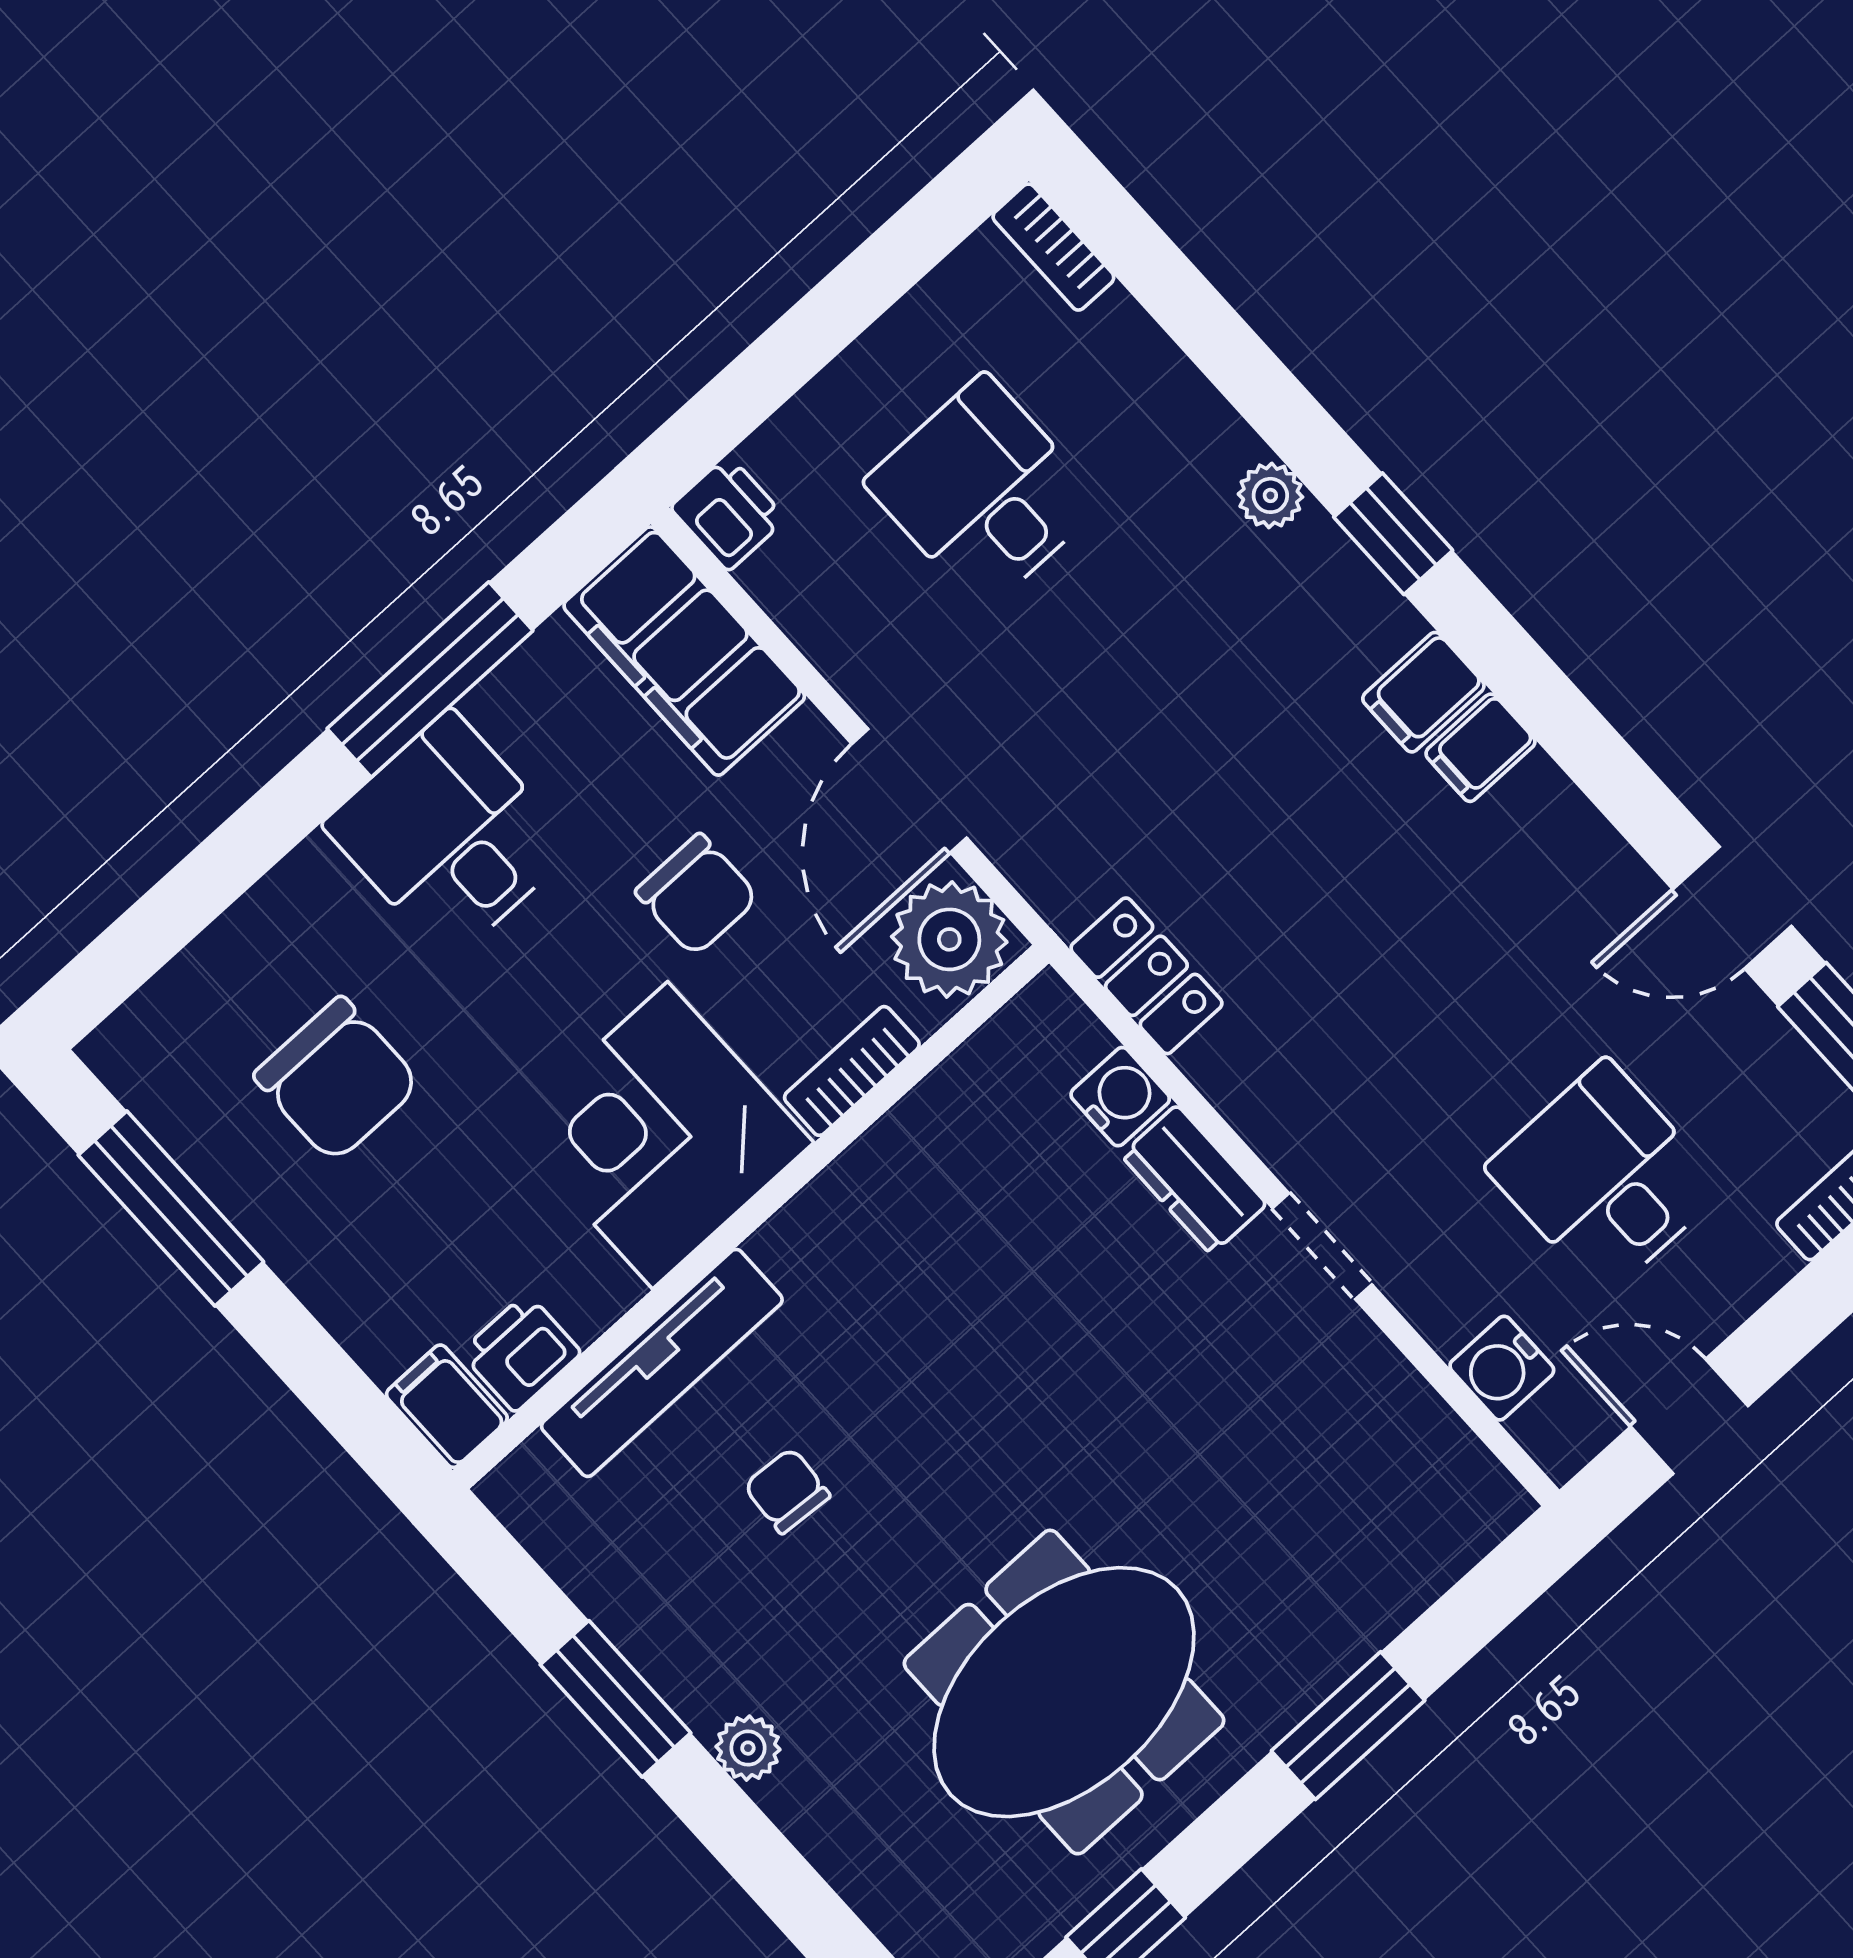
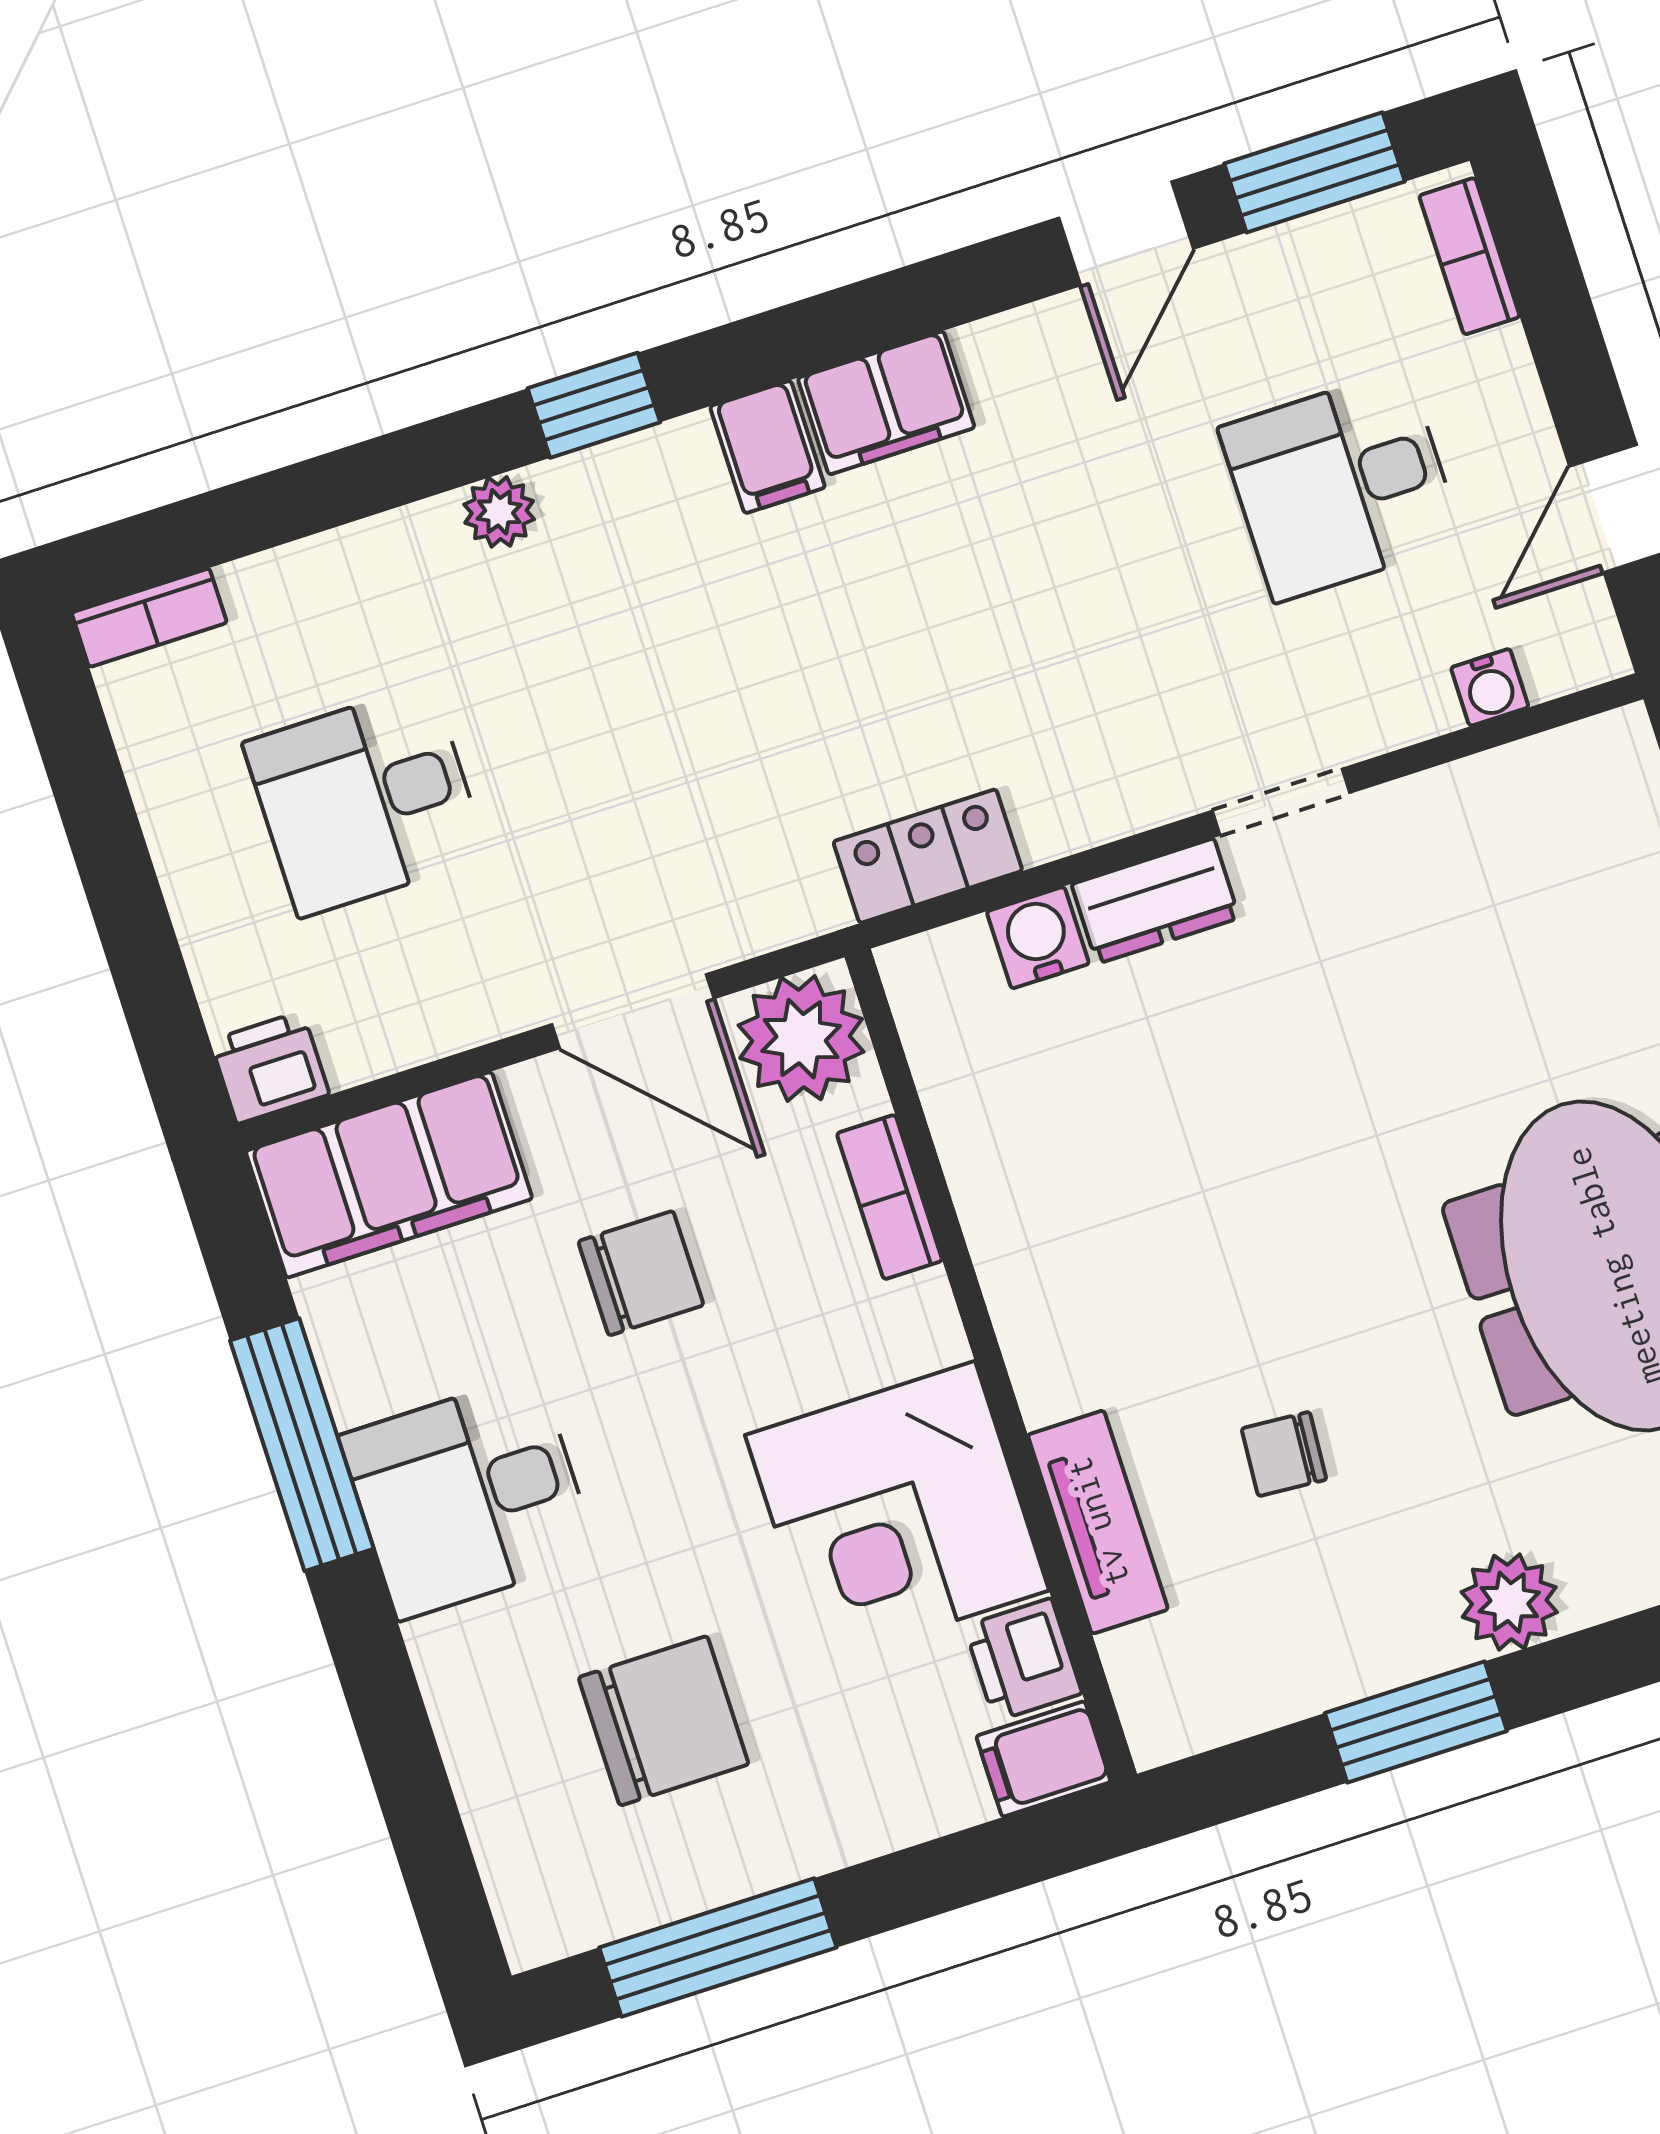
filing cabinet: (1480, 748) -> (886, 403), width x2.00
corner desk: (660, 1135) -> (897, 1513), moved
tv unit: (662, 1363) -> (1098, 1522), width x0.71
water cooler: (1502, 1368) -> (1490, 687), width x0.72, depth x0.72
plant: (748, 1748) -> (1509, 1602), width x1.38, depth x1.38

